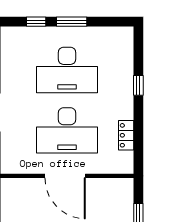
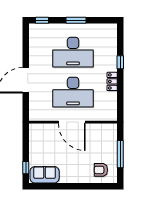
window: (36, 22) -> (42, 20), moved
locker: (126, 135) -> (112, 81), moved

